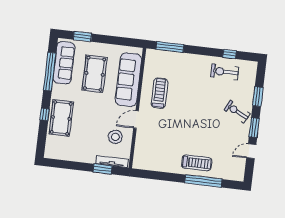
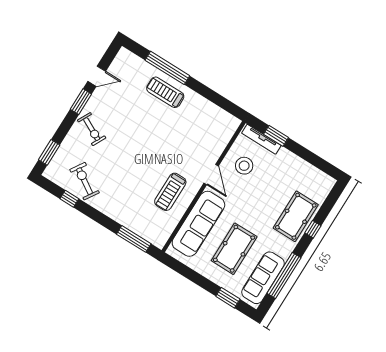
exercise bike: (225, 72) -> (85, 181), turned -147
window: (258, 97) -> (49, 152), moved
door: (136, 119) -> (211, 174), hinge flipped

